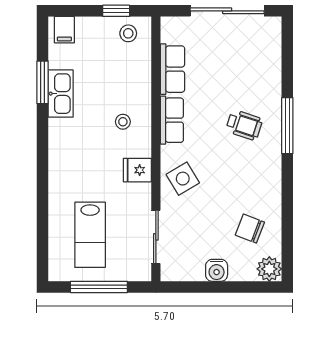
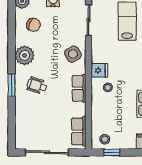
row of seats: (173, 69) -> (79, 131), moved
window: (287, 126) -> (12, 85), width x0.69
fridge: (137, 170) -> (99, 70), moved
plant: (265, 176) -> (24, 55), added

